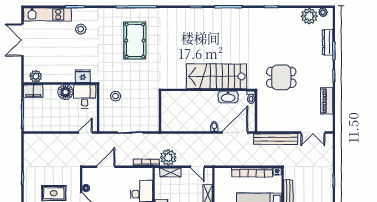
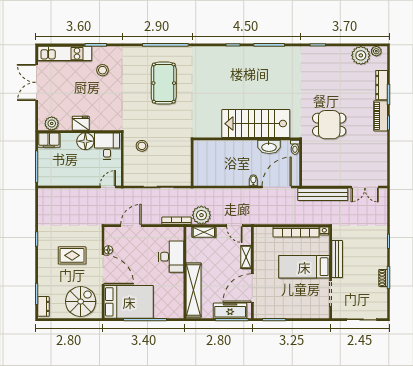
fridge: (83, 76) -> (81, 123), moved
piano: (327, 101) -> (381, 116), moved

